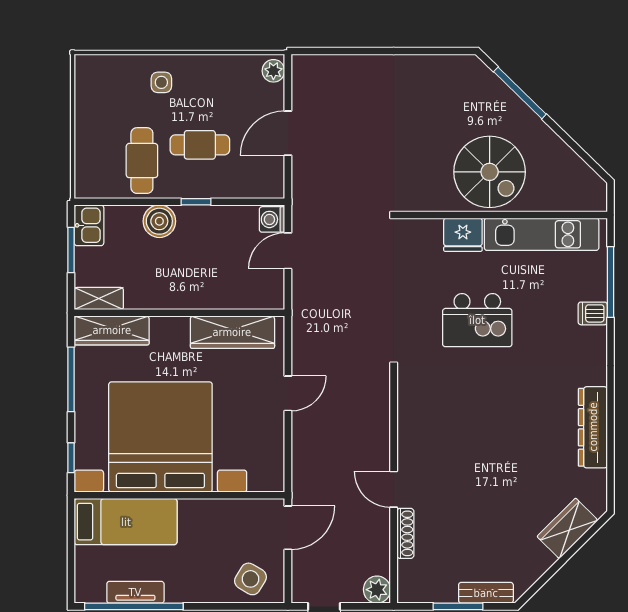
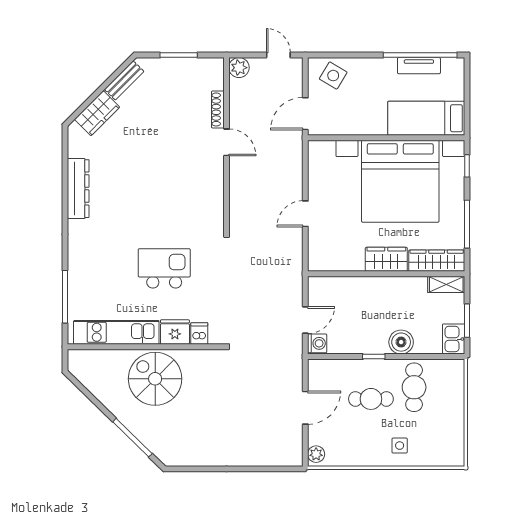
dishwasher: (593, 313) -> (199, 333), moved, turned -90
wardrobe: (232, 332) -> (386, 259), moved, width x0.67
bench: (486, 593) -> (124, 80), moved, turned -45

